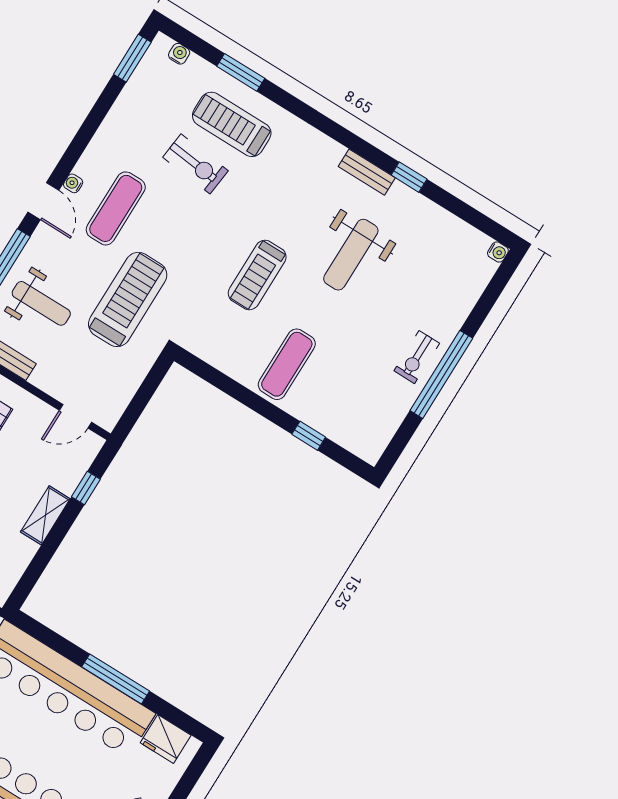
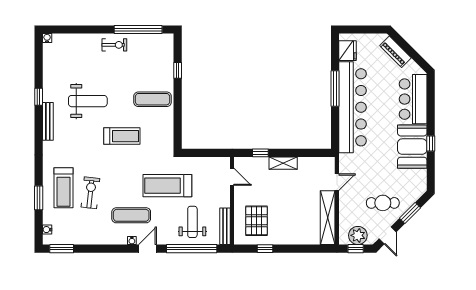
bench: (367, 172) -> (48, 121), width x1.36
window: (441, 374) -> (138, 30), moved

